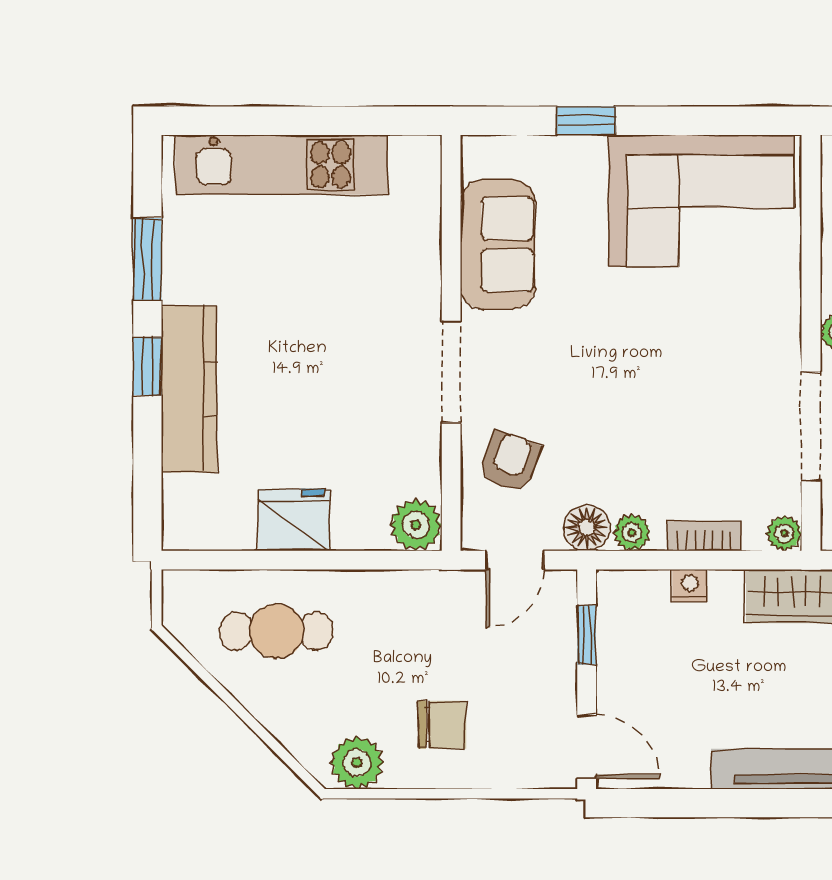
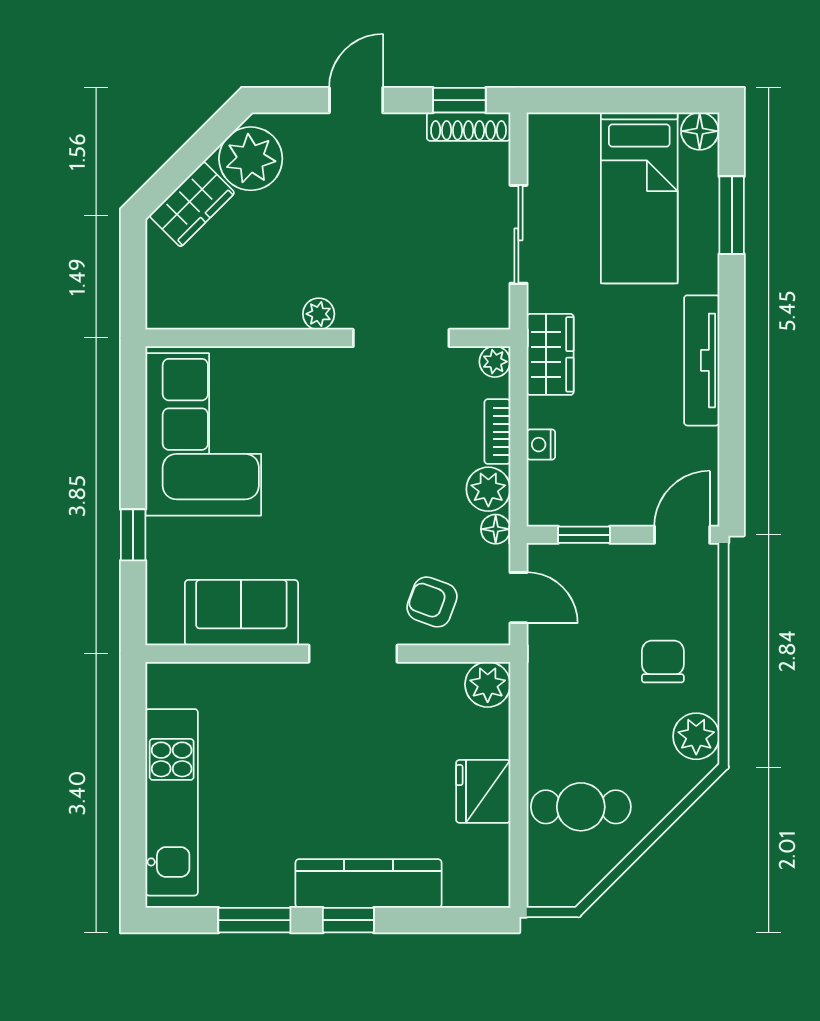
floor lamp: (587, 528) -> (496, 529), width x0.73, depth x0.73
plant: (632, 533) -> (488, 489), width x1.38, depth x1.38
cafe table: (276, 631) -> (581, 807), turned 90

